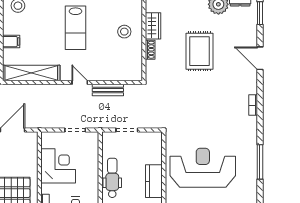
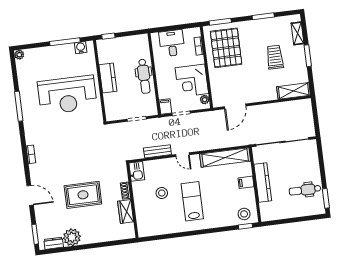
stool: (124, 32) -> (162, 193), moved
rug: (199, 51) -> (83, 195), turned 90
kitchen sink: (134, 70) -> (137, 171), added
filing cabinet: (92, 140) -> (165, 107), added
plant: (46, 142) -> (205, 100), added

